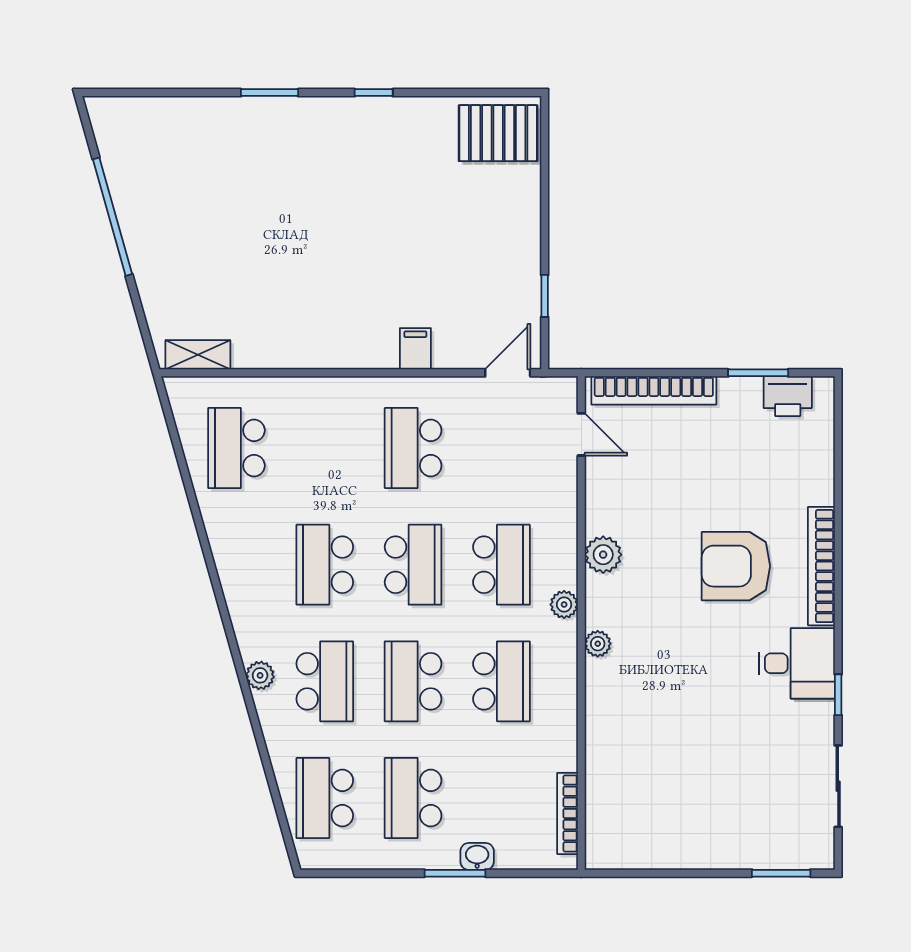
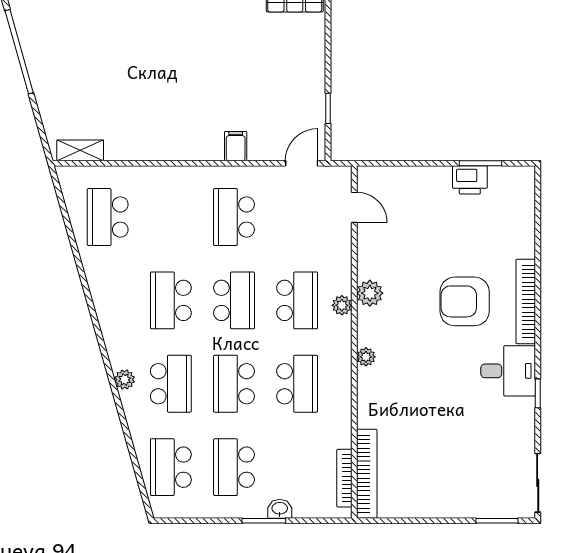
bookcase: (654, 390) -> (367, 474), moved, turned -90
printer: (788, 396) -> (470, 180), moved
plant: (564, 605) -> (342, 305), moved
sliding door: (838, 786) -> (538, 483), moved

